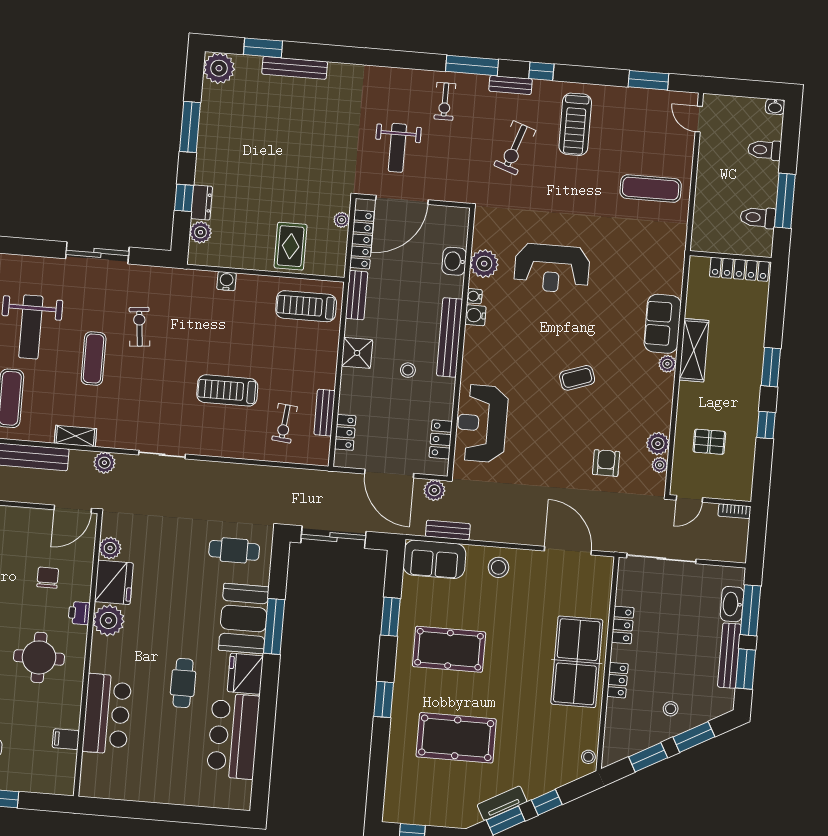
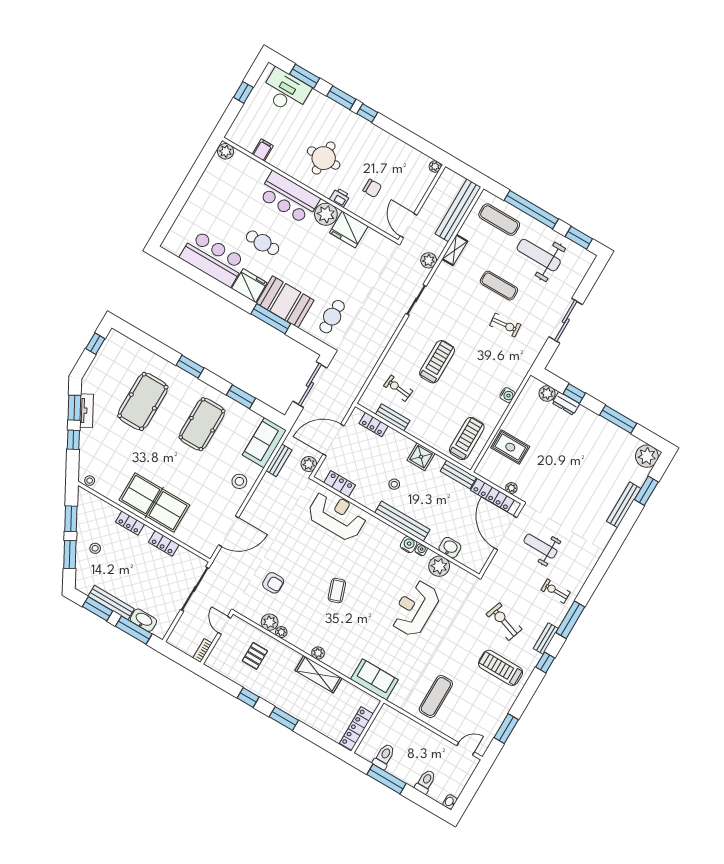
sofa: (663, 324) -> (374, 679), moved
plant: (660, 465) -> (281, 632), moved
plant: (110, 548) -> (226, 151), moved
bar counter: (107, 714) -> (289, 197), moved

